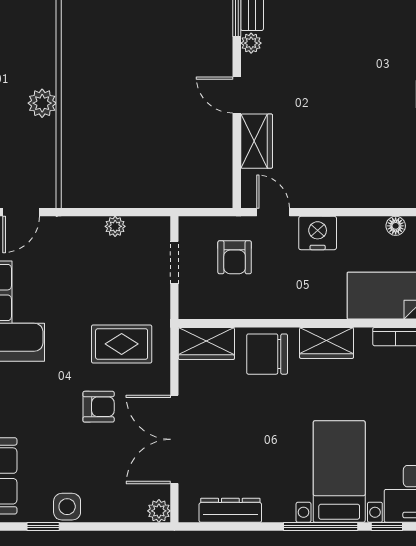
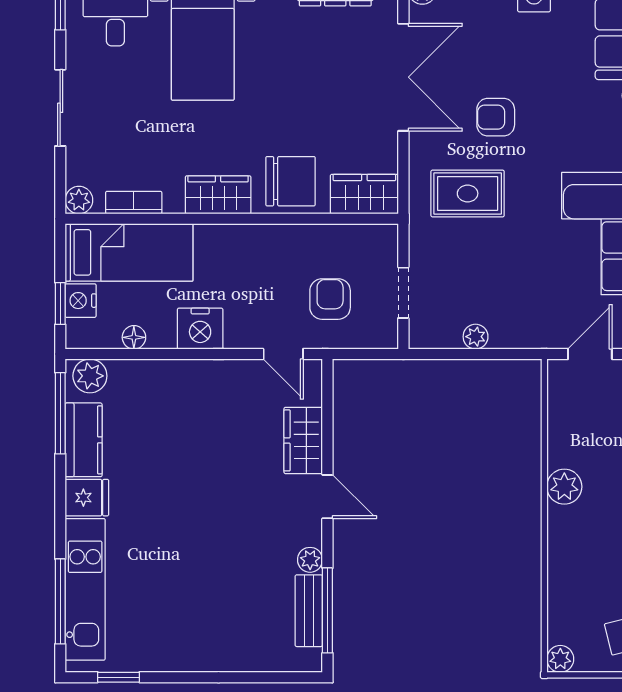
nightstand: (318, 233) -> (200, 329), moved

